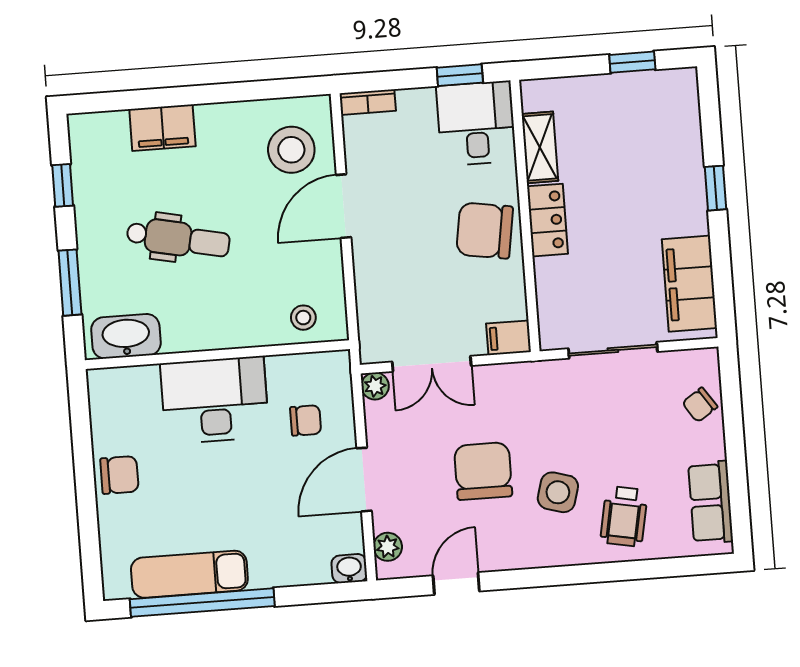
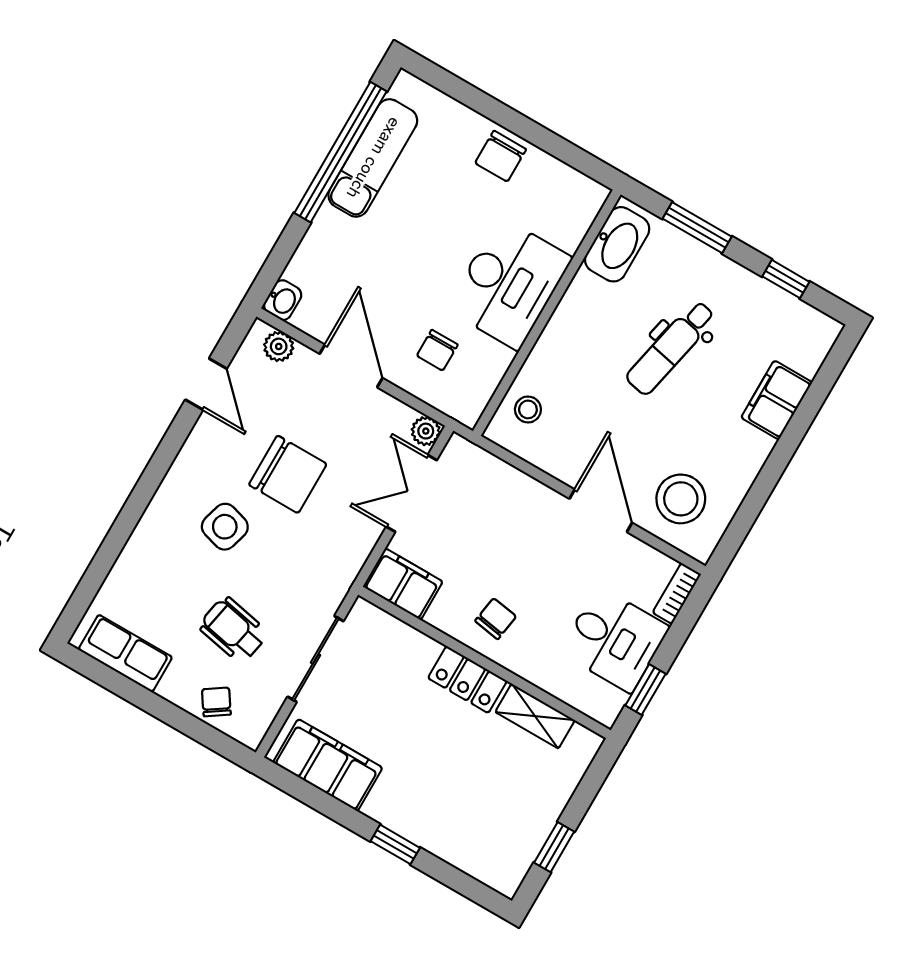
desk: (476, 123) -> (614, 640), moved
chair: (485, 231) -> (496, 619), width x0.54, depth x0.54
filing cabinet: (509, 338) -> (403, 584), width x2.00
wheelchair: (624, 516) -> (233, 630), moved

